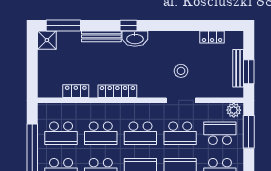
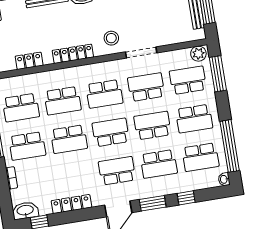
stool: (181, 71) -> (111, 38), moved
school desk: (180, 133) -> (146, 87), turned 180

